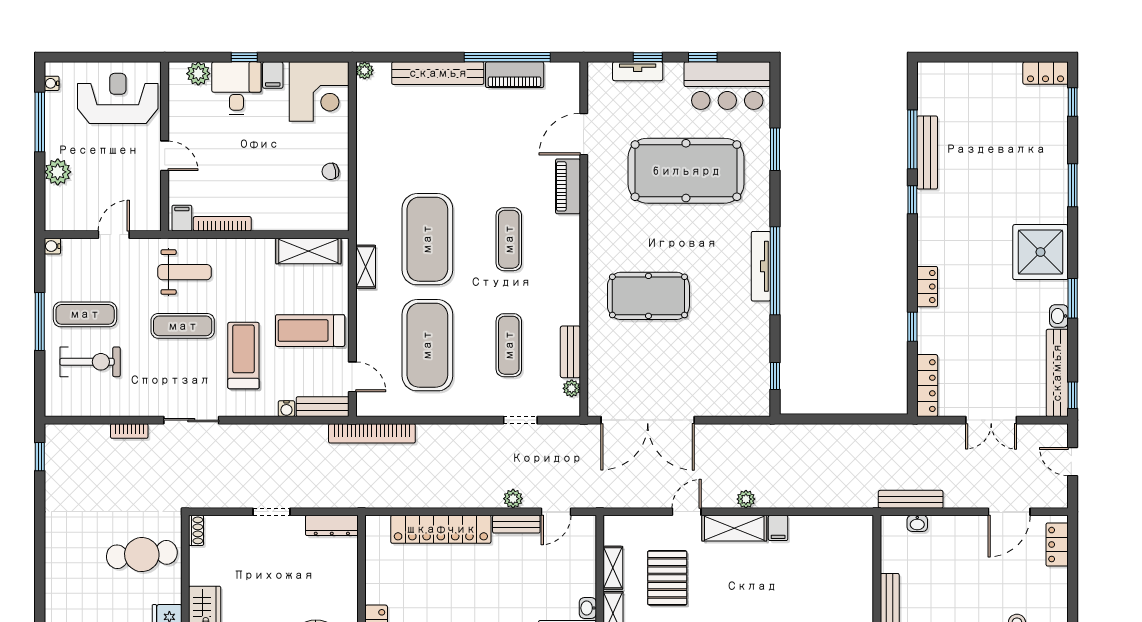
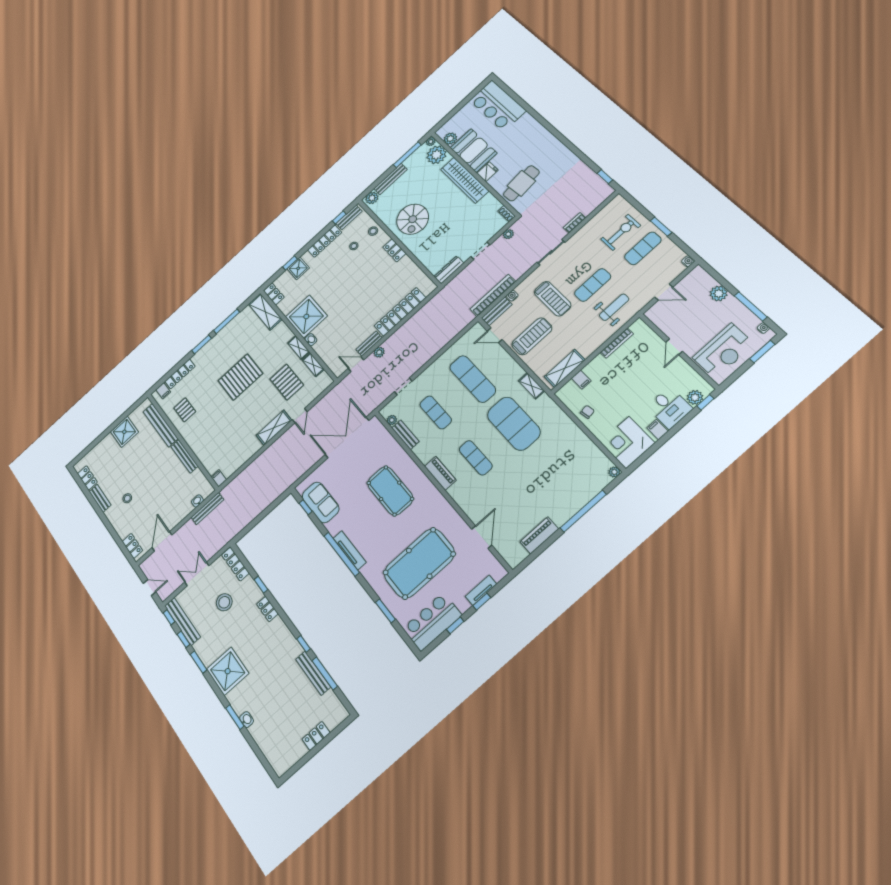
window: (79, 57) -> (762, 352), added
window: (244, 57) -> (705, 402), moved
window: (507, 57) -> (583, 511), moved
bench: (438, 73) -> (577, 503), removed
locker: (1046, 73) -> (316, 736), moved
window: (1073, 102) -> (184, 639), moved
door: (165, 156) -> (674, 347), hinge flipped
piano: (568, 186) -> (440, 473), moved
filing cabinet: (182, 218) -> (581, 380), moved
door: (114, 235) -> (664, 292), hinge flipped
weight bench: (185, 272) -> (614, 307), turned 180
pool table: (648, 296) -> (390, 491), turned 90
washbasin: (1059, 316) -> (247, 720), moved
window: (40, 321) -> (661, 227), width x0.69
exercise mat: (427, 345) -> (473, 379), width x0.68
stool: (980, 347) -> (224, 602), added
exercise bike: (90, 362) -> (621, 232), turned 180
sofa: (750, 364) -> (321, 502), added
bookcase: (372, 433) -> (493, 295), moved
plant: (746, 499) -> (508, 234), moved
door: (556, 512) -> (356, 364), hinge flipped
filing cabinet: (778, 528) -> (219, 478), moved

